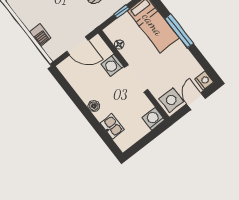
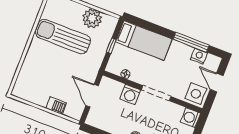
window: (179, 31) -> (191, 42), moved
door: (77, 46) -> (92, 96), swing flipped
nightstand: (204, 81) -> (199, 56), moved

